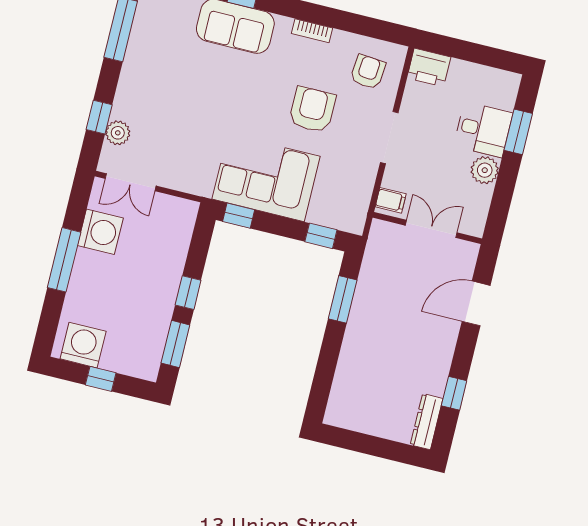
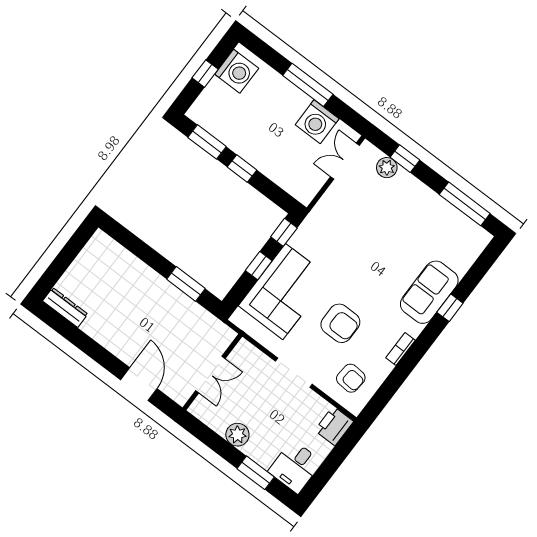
desk: (483, 130) -> (295, 467), moved
corner sofa: (266, 178) -> (284, 292), moved
filing cabinet: (391, 200) -> (246, 353), removed
window: (321, 236) -> (259, 266), moved
window: (454, 393) -> (78, 338), removed

